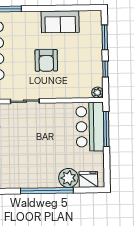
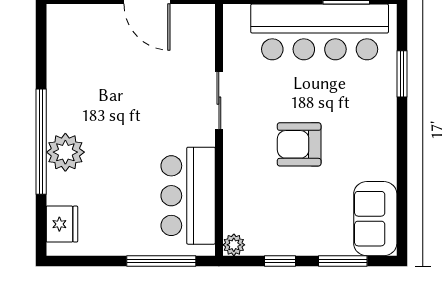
sofa: (60, 22) -> (375, 219), moved
bar counter: (90, 127) -> (188, 196), moved, turned -90
plant: (68, 178) -> (65, 152), moved

